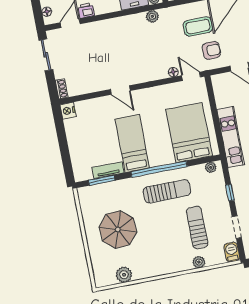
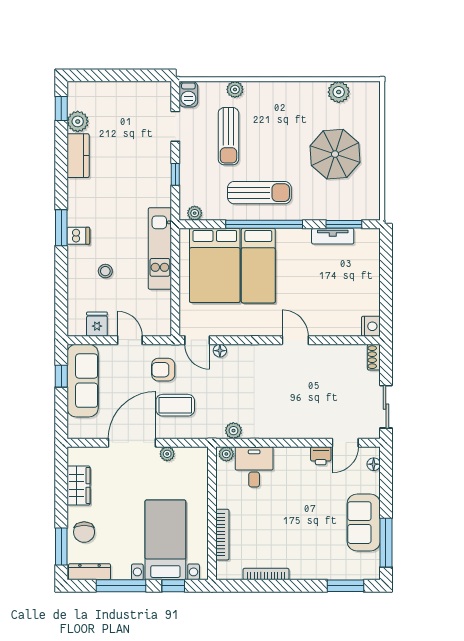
bed: (132, 143) -> (258, 266), moved
sun lounger: (167, 191) -> (259, 193), turned 180

